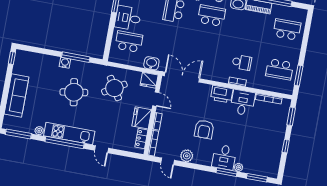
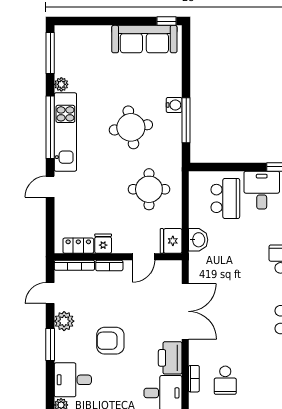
double door: (182, 77) -> (185, 311), moved
round table: (114, 88) -> (149, 189), turned 31
sofa: (16, 96) -> (144, 39), moved
fridge: (142, 118) -> (103, 244), width x0.53, depth x0.75
window: (227, 172) -> (50, 344), moved

